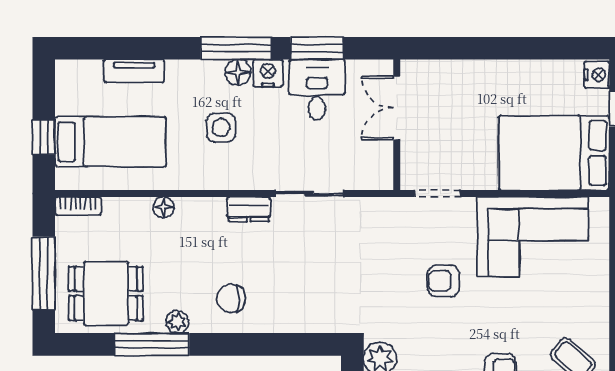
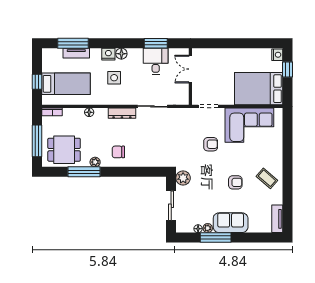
window: (236, 48) -> (73, 43), moved
nightstand: (268, 73) -> (108, 54), moved
dresser: (249, 209) -> (122, 113), width x1.44
armchair: (443, 281) -> (211, 144), turned 180

